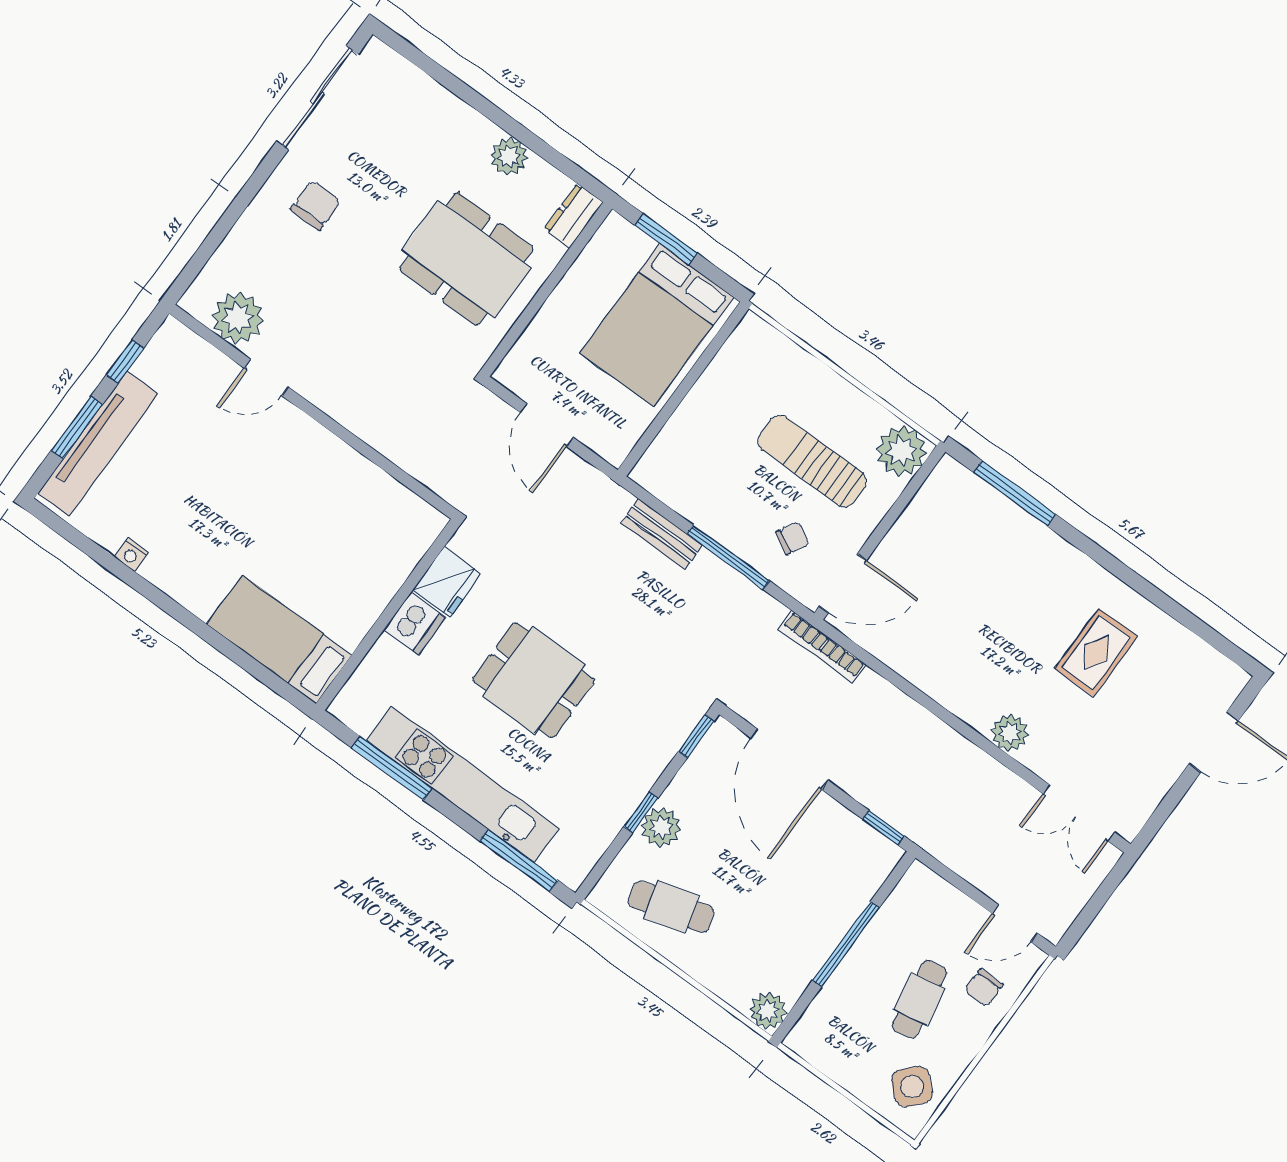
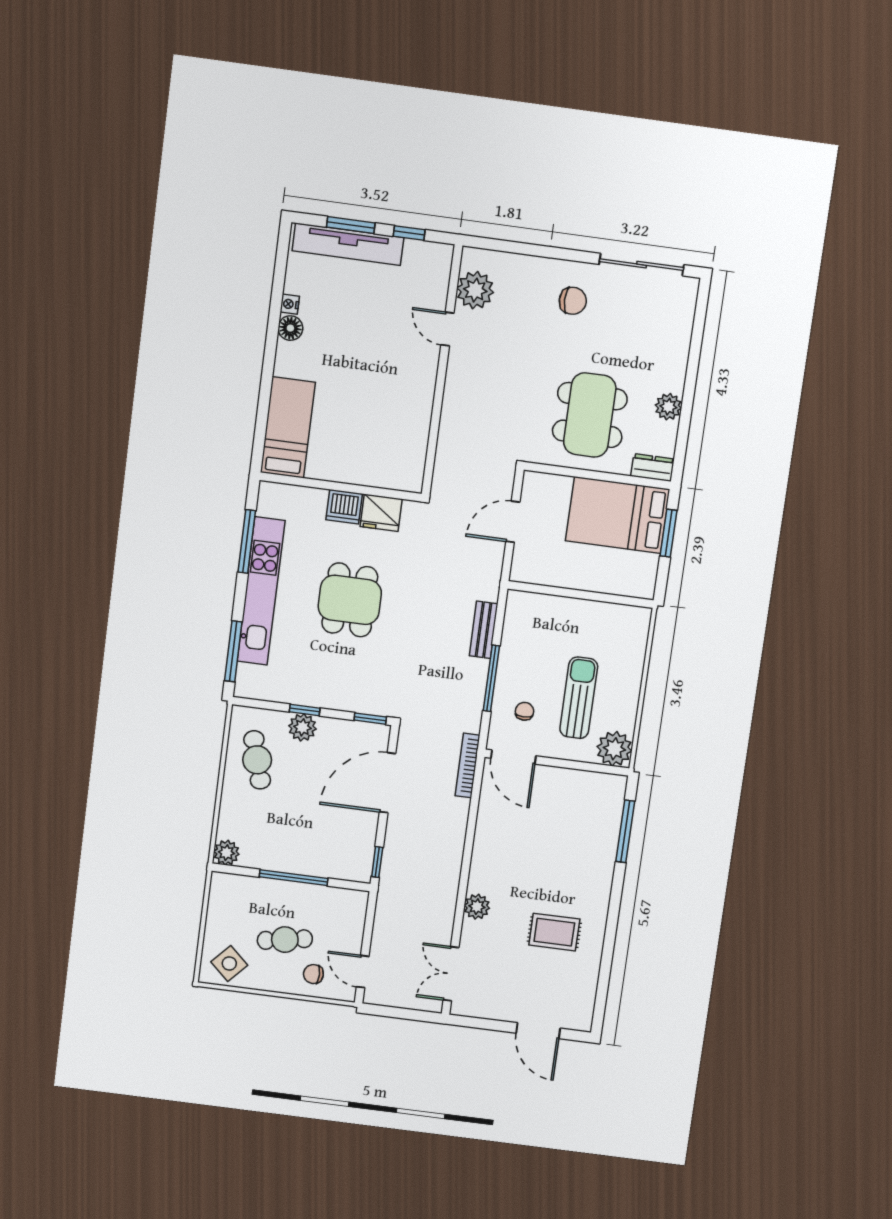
bed: (657, 325) -> (618, 515), moved
chair: (792, 538) -> (524, 711), turned -119
floor lamp: (161, 570) -> (290, 328), added

